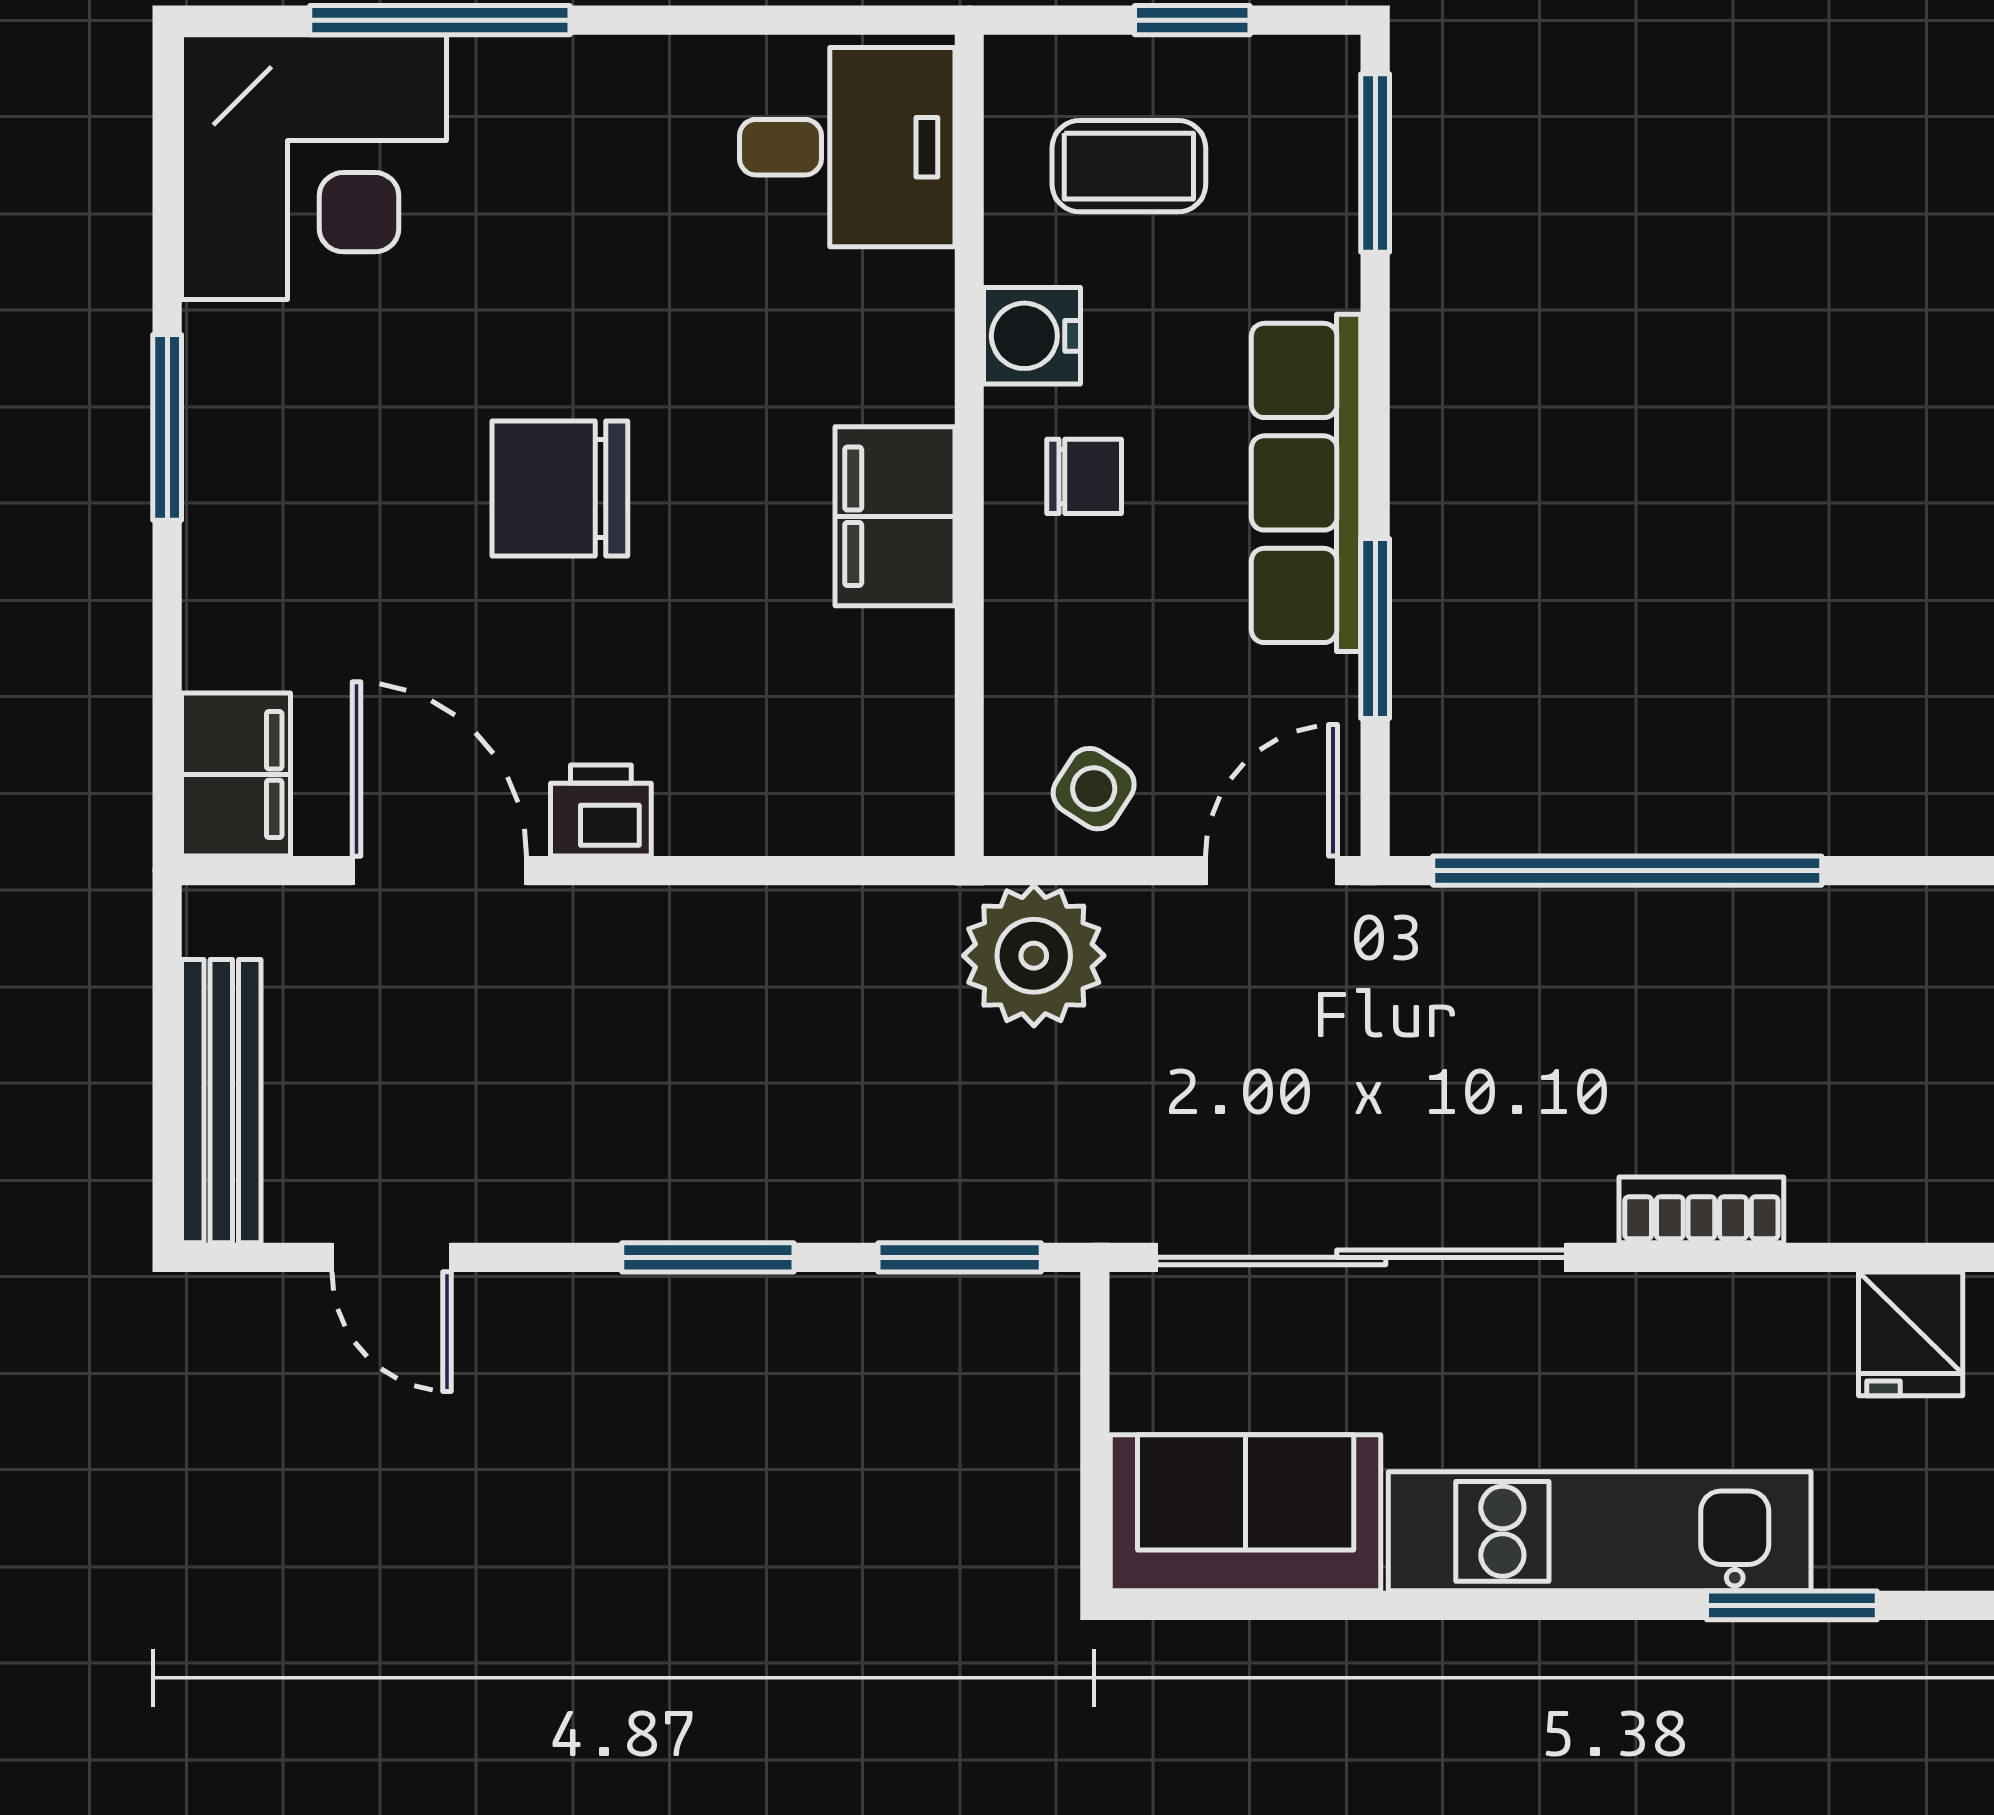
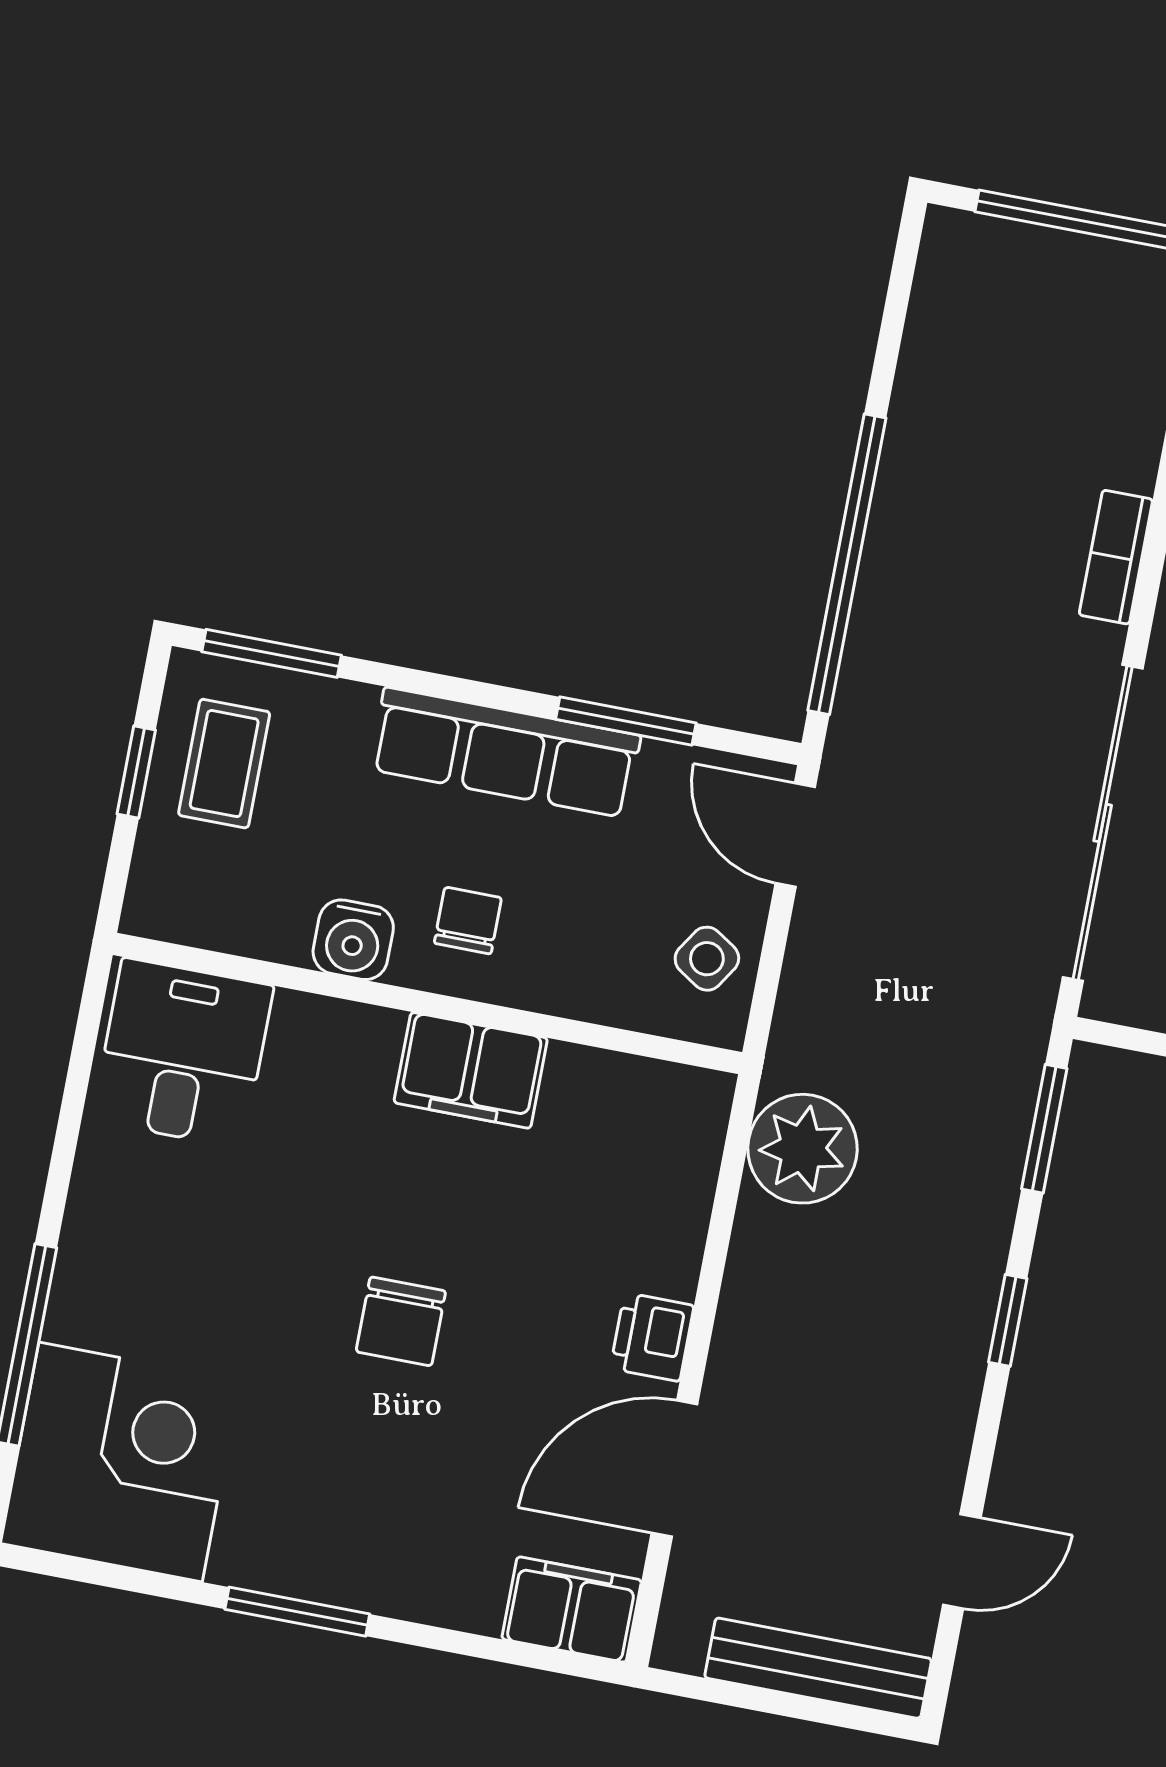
coffee table: (1129, 166) -> (224, 764), moved
chair: (560, 488) -> (401, 1321), width x0.73, depth x0.73
plant: (1034, 956) -> (802, 1149), moved
window: (708, 1257) -> (1008, 1320), width x0.67

